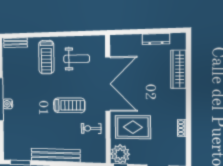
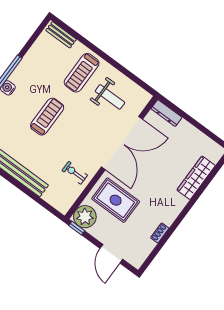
dresser: (156, 39) -> (166, 113), moved
treadmill: (69, 105) -> (47, 117), moved, turned -90

